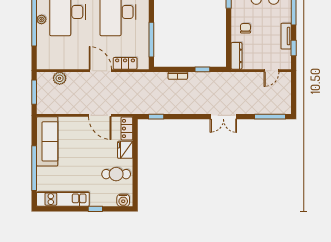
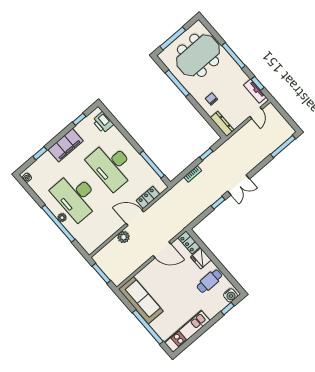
tv unit: (286, 36) -> (255, 91), moved
plant: (60, 78) -> (124, 237), moved
window: (156, 117) -> (218, 203), moved
double door: (223, 117) -> (239, 185), moved
window: (95, 209) -> (228, 309), moved

